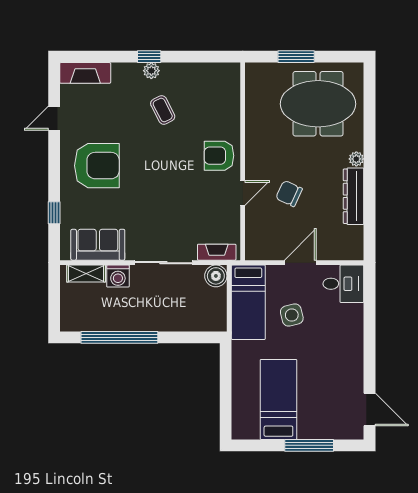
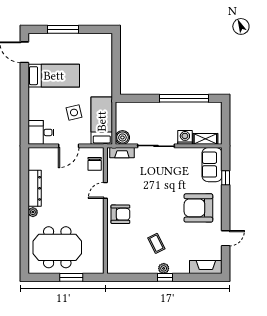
chair: (289, 194) -> (95, 164), moved, turned 65
sofa: (98, 245) -> (212, 165), moved, turned 90
bed: (278, 399) -> (54, 76), moved, turned -90

